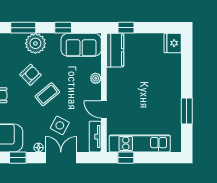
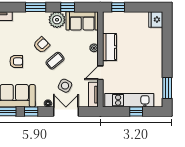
plant: (35, 43) -> (57, 20), moved
kitchen counter: (115, 50) -> (109, 47), moved
door: (104, 109) -> (100, 73), hinge flipped
window: (187, 111) -> (167, 88), moved
window: (126, 158) -> (136, 112), moved

